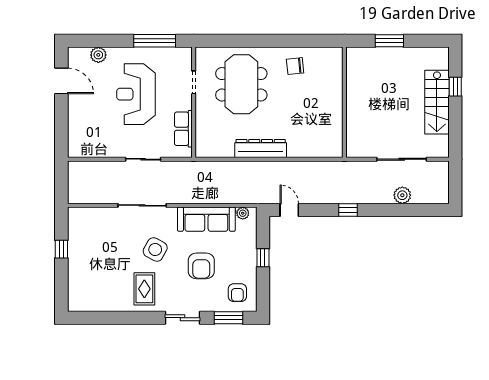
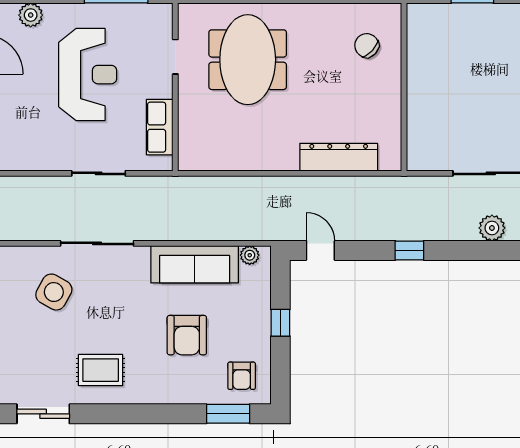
chair: (295, 66) -> (367, 46), moved, turned 49
reception desk: (136, 94) -> (88, 75), turned 180
dresser: (261, 149) -> (339, 157), moved
side table: (155, 249) -> (54, 292), moved
rug: (144, 289) -> (101, 370), turned 90
sliding door: (183, 318) -> (43, 414), moved

